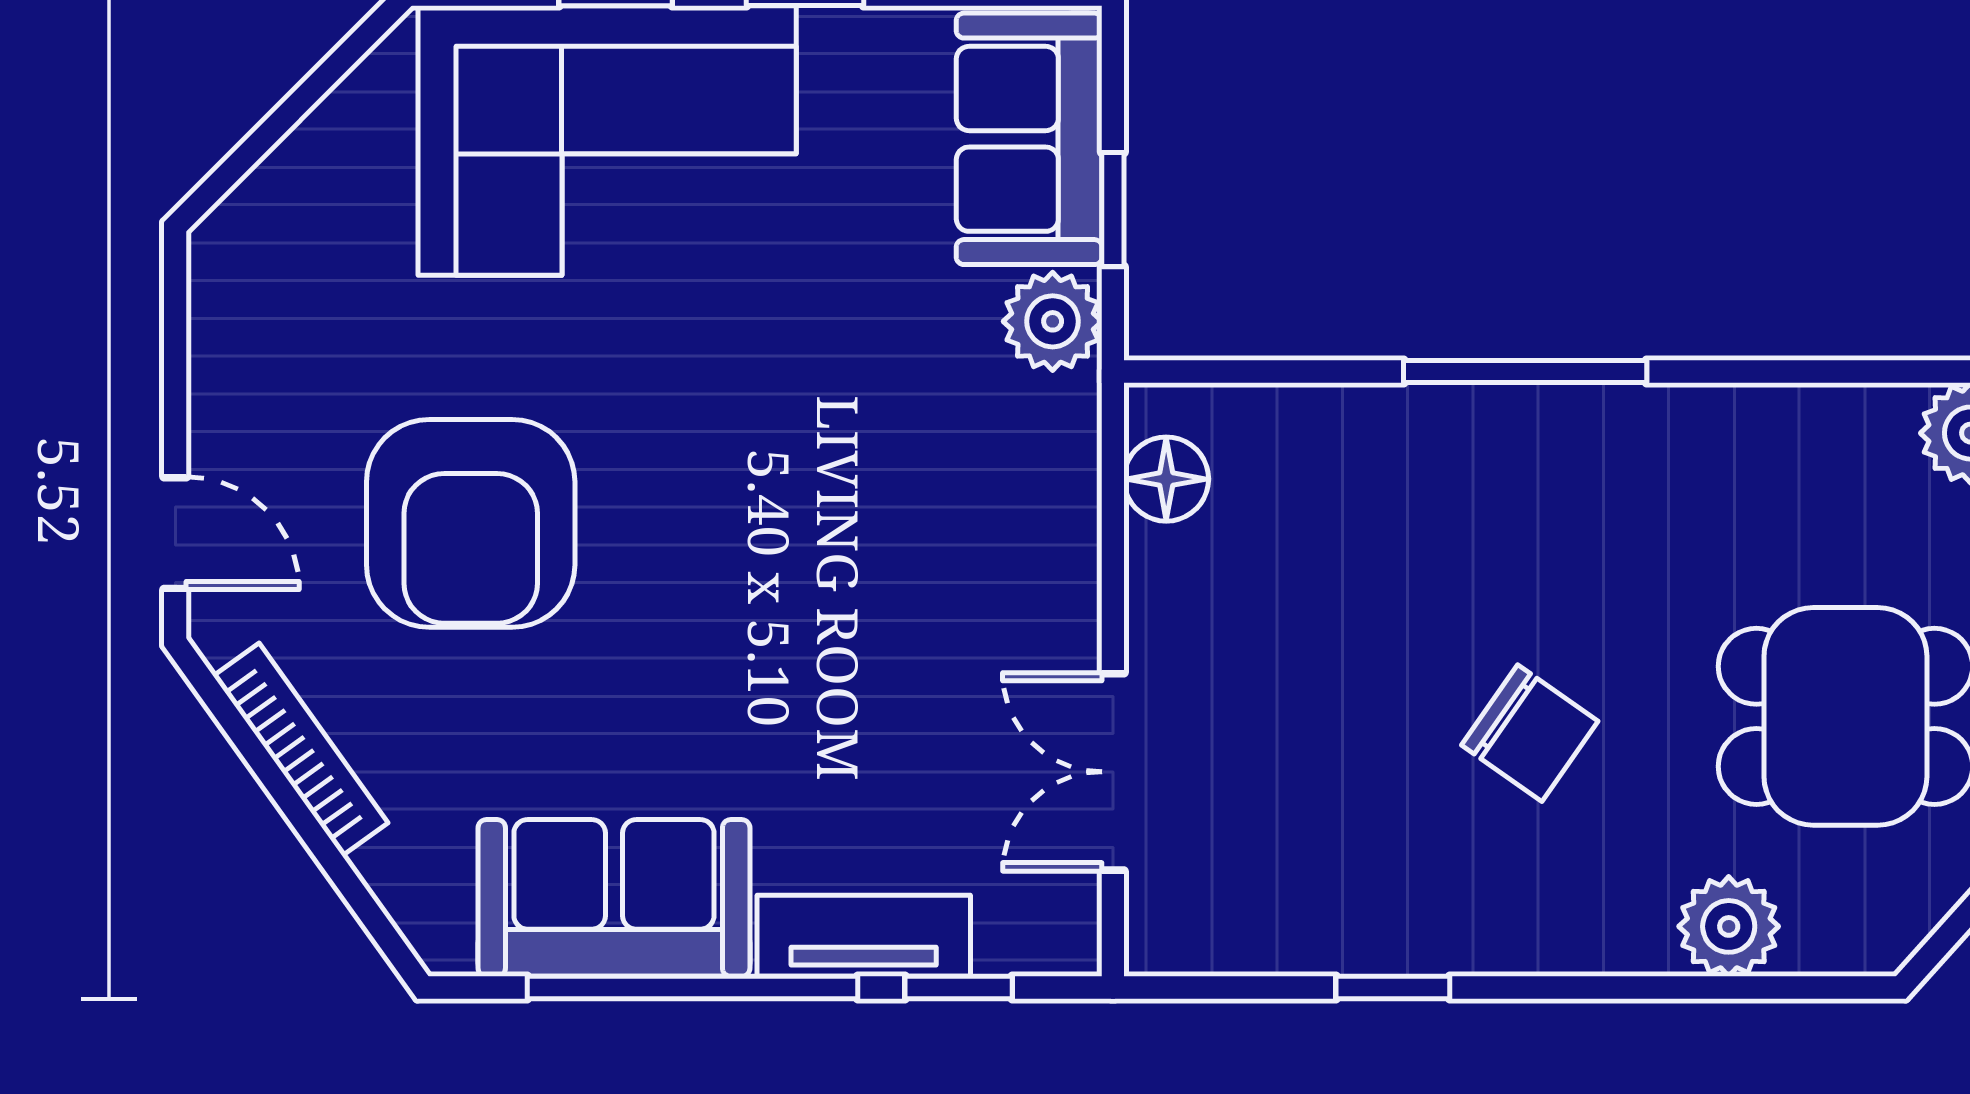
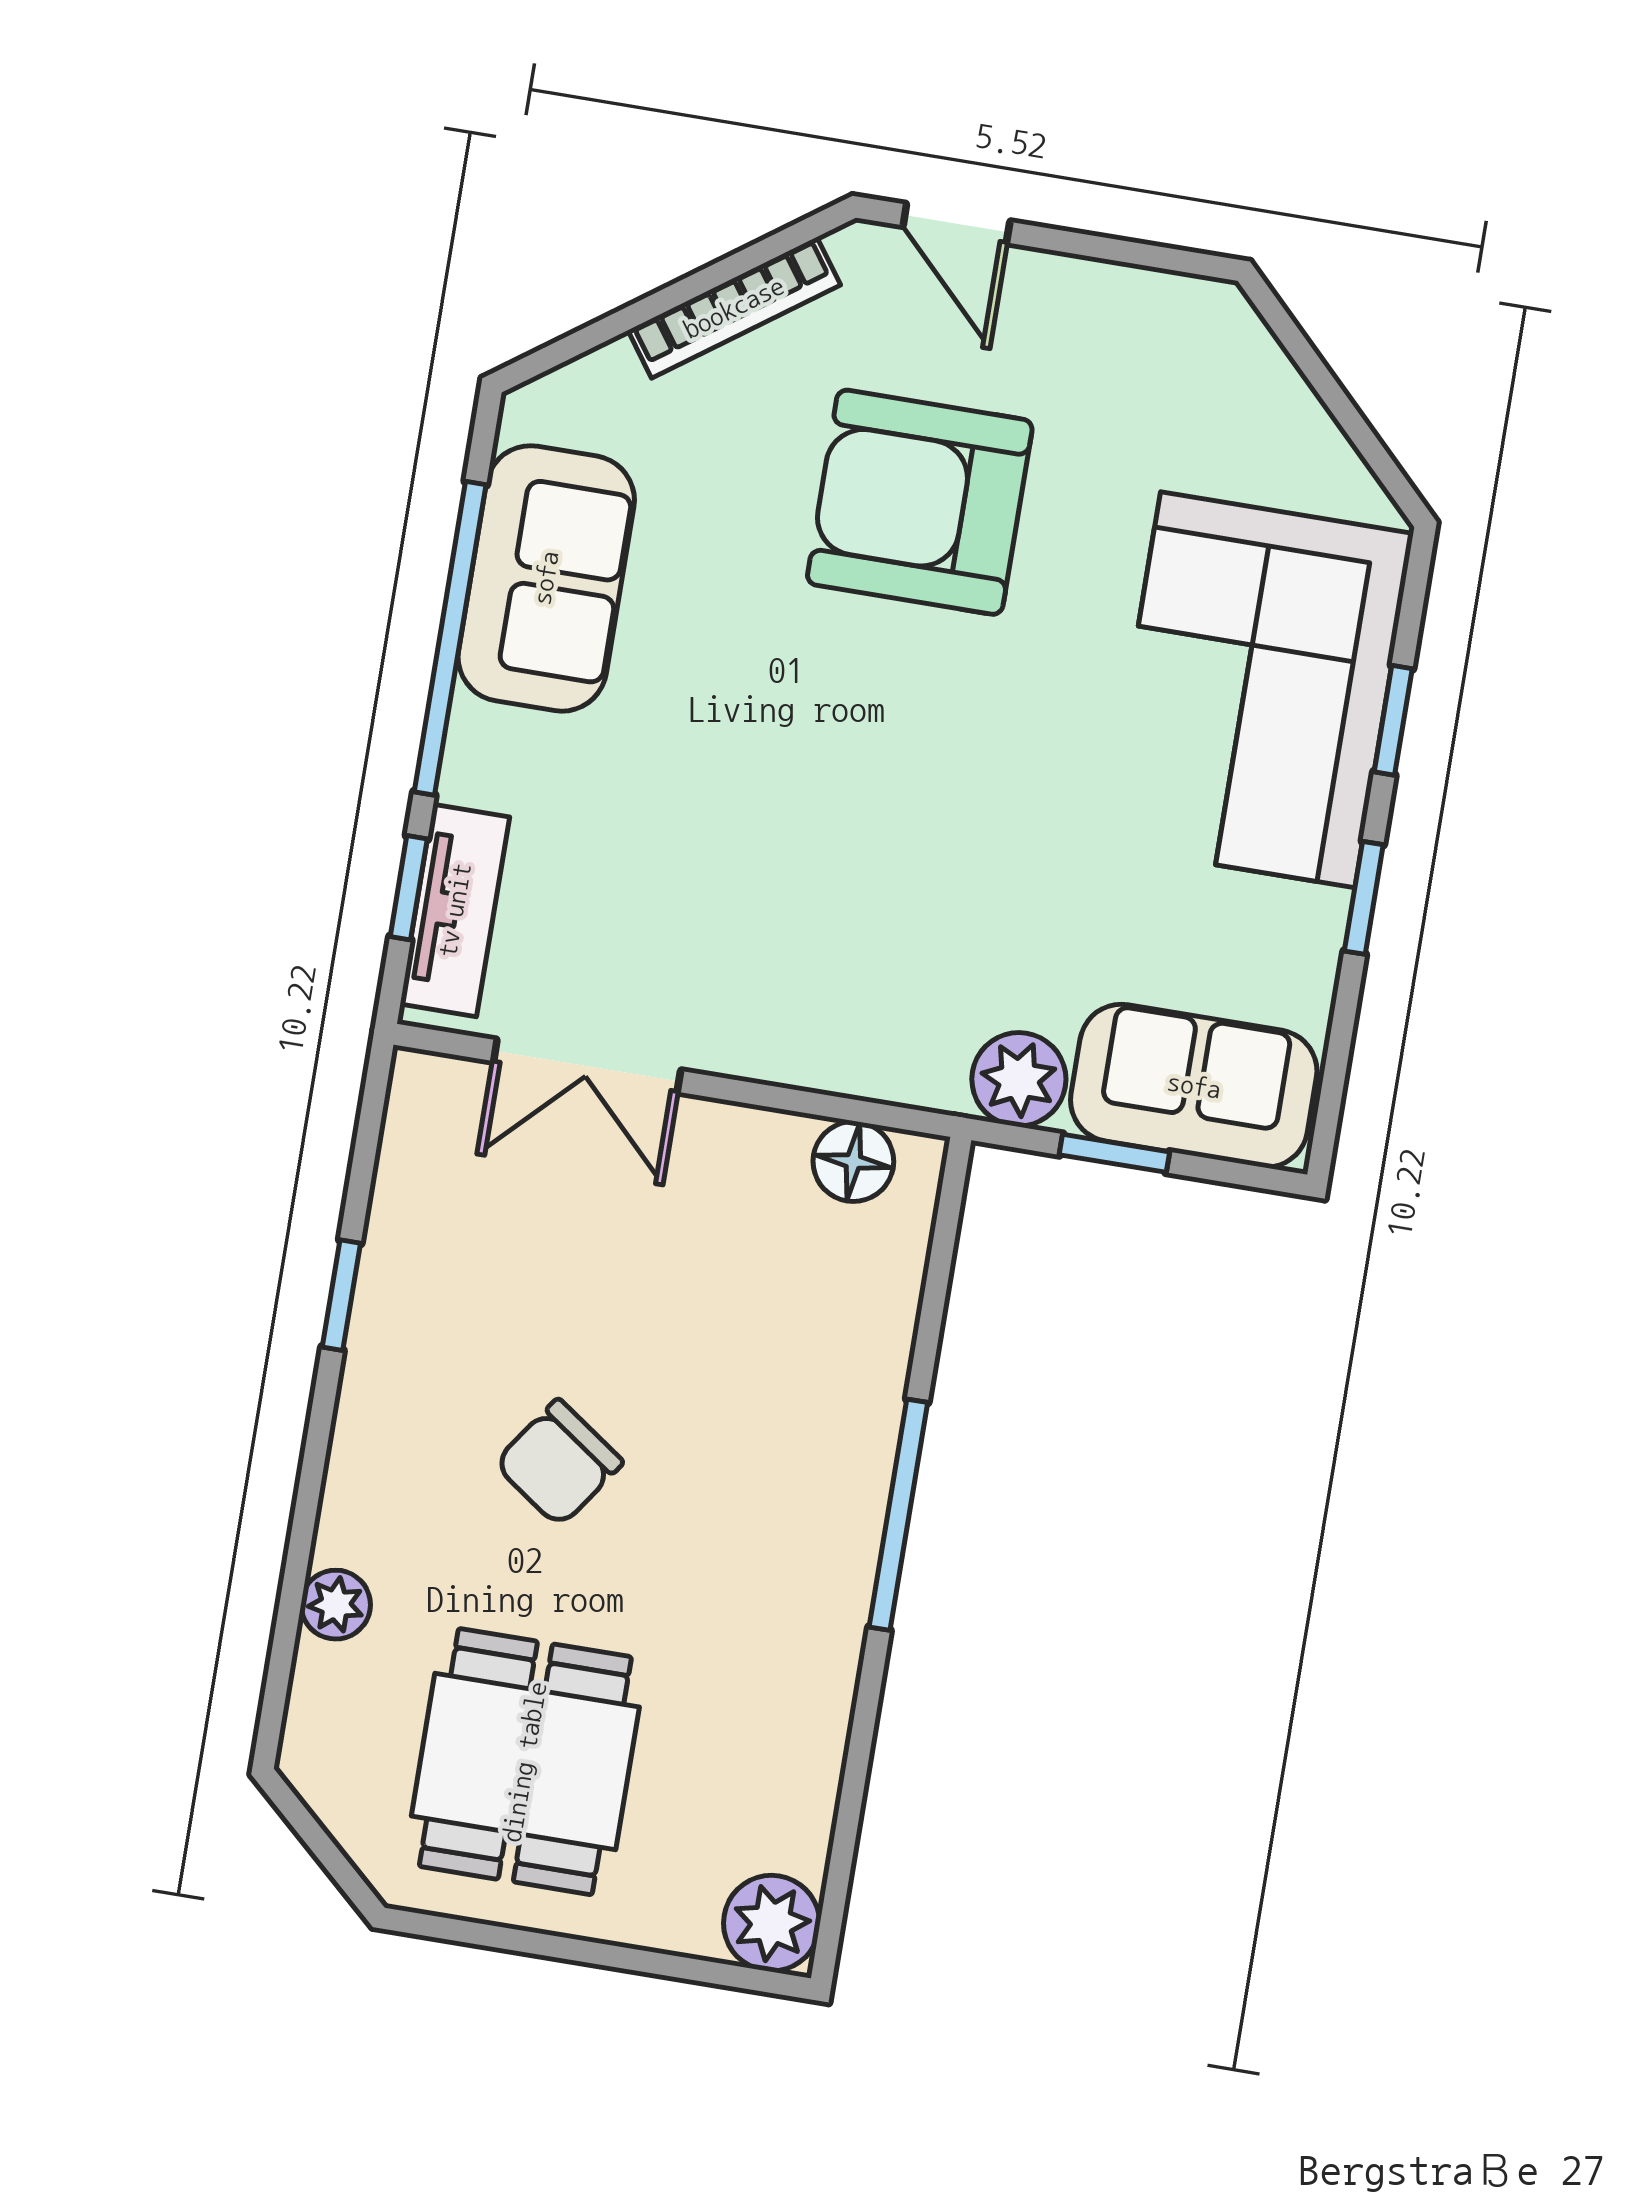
door: (175, 533) -> (956, 224), hinge flipped
double door: (1113, 772) -> (587, 1066), swing flipped
plant: (1729, 926) -> (336, 1605), width x0.73, depth x0.73
tv unit: (864, 936) -> (455, 910), moved

